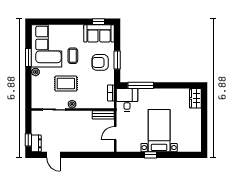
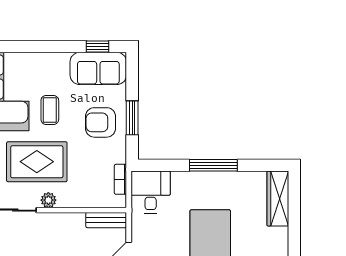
rug: (66, 84) -> (37, 162), width x1.36, depth x1.43
window: (141, 85) -> (213, 165), moved
wardrobe: (195, 98) -> (278, 198), width x1.50

